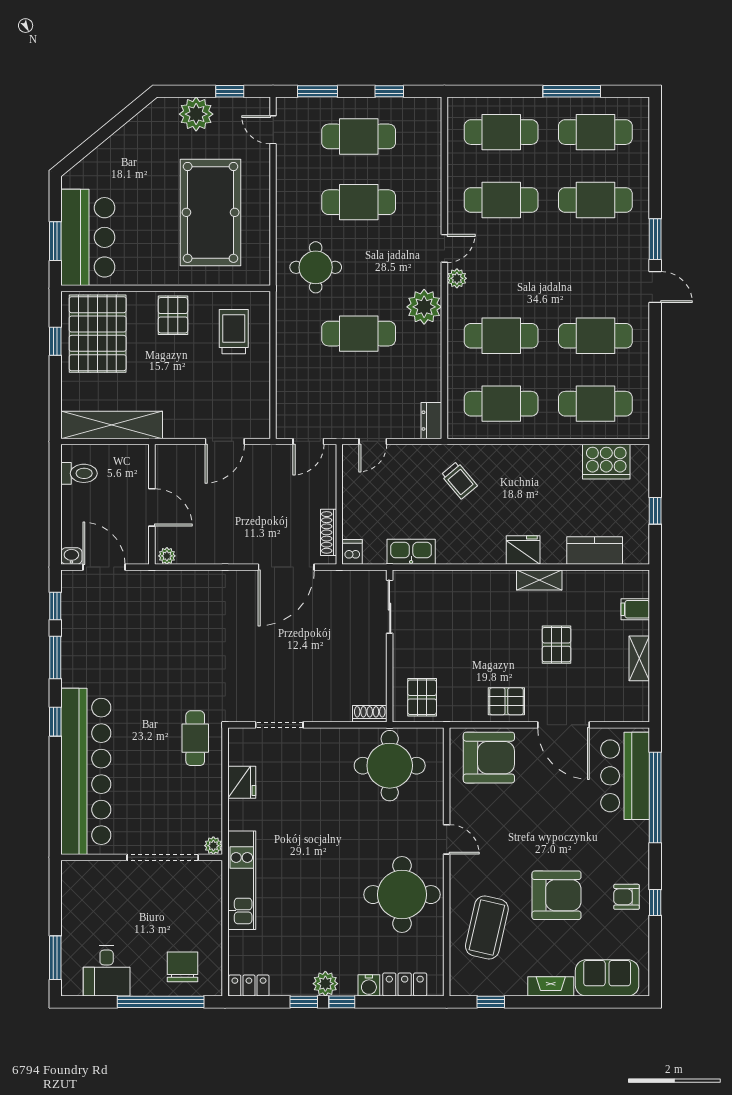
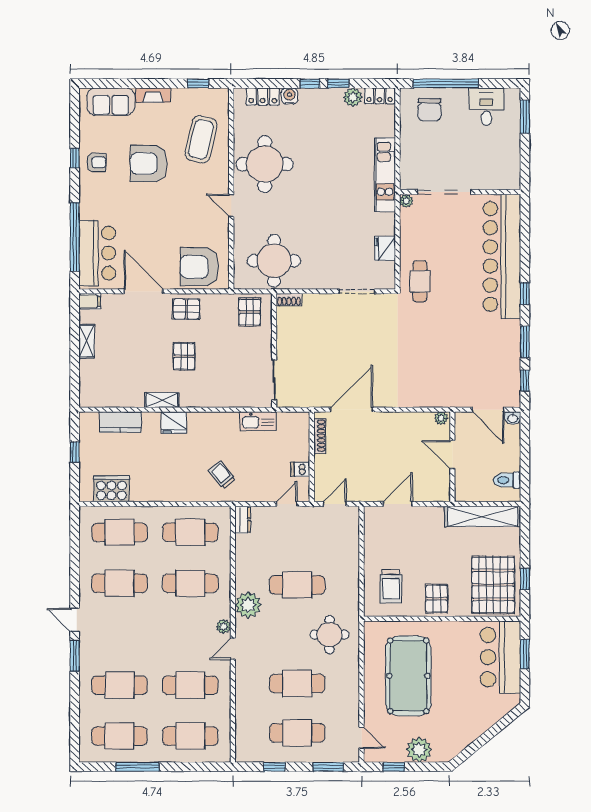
dishwasher: (352, 552) -> (300, 469), moved, turned 90
filing cabinet: (635, 609) -> (90, 301), moved
pallet: (557, 645) -> (184, 356), moved
plant: (325, 984) -> (353, 97), moved

